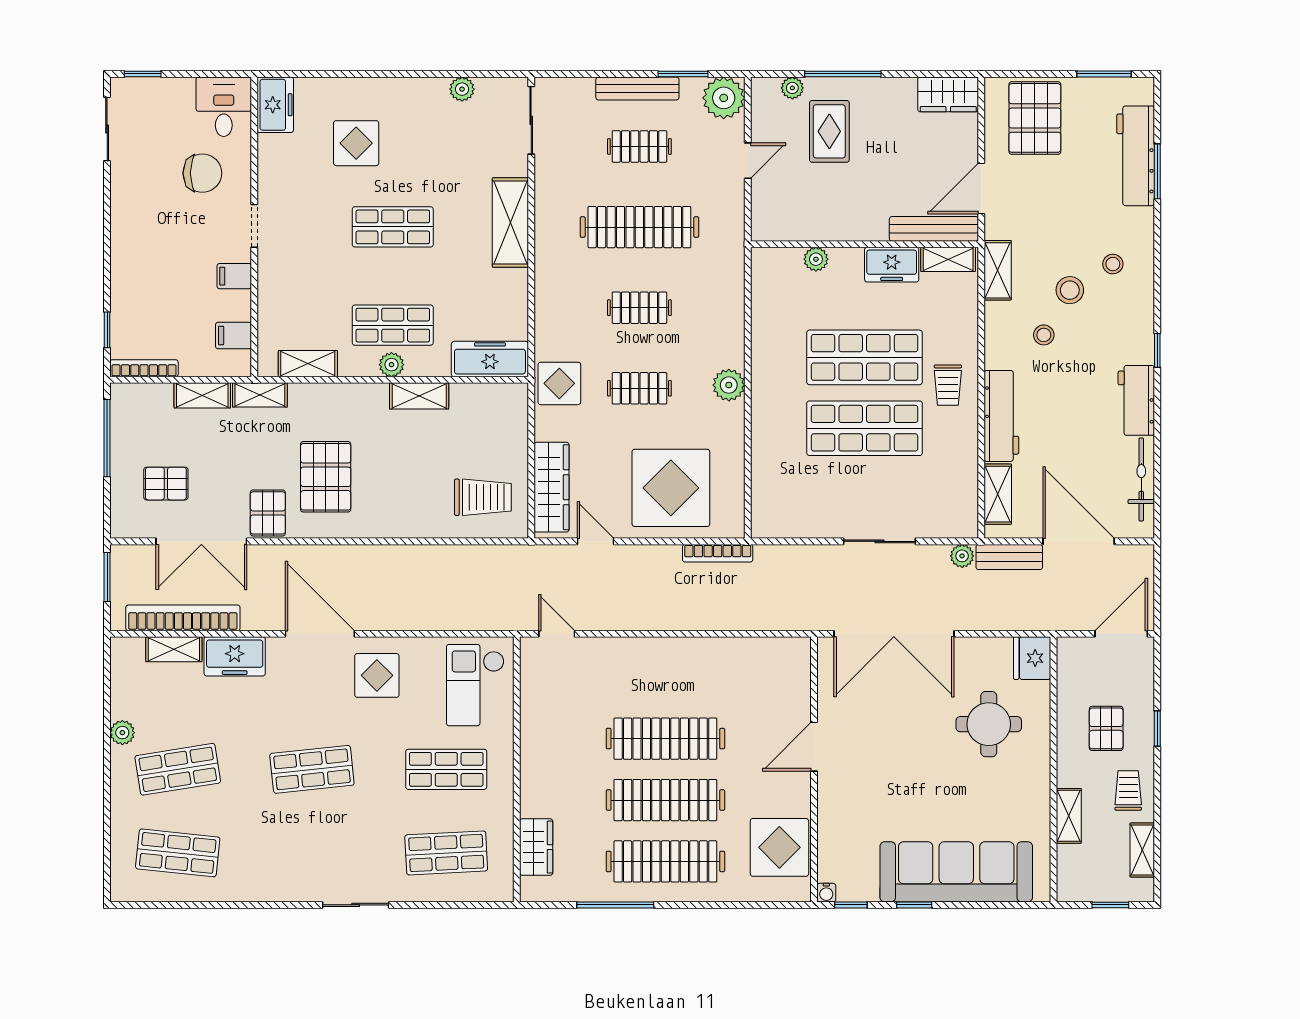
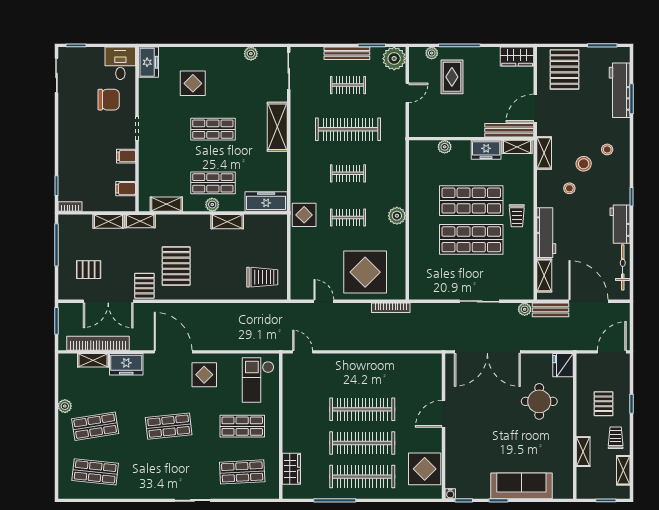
bookcase: (144, 368) -> (70, 207), width x0.64
wardrobe: (552, 487) -> (300, 272), removed
sofa: (956, 872) -> (521, 486), width x0.74, depth x0.79

